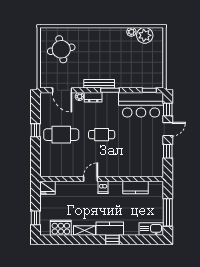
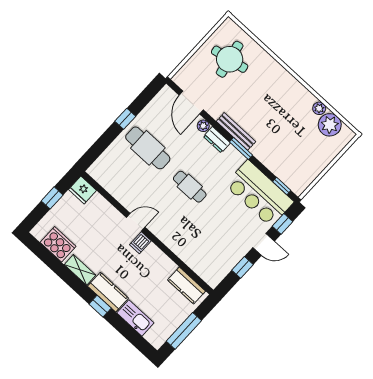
kitchen counter: (135, 188) -> (187, 286), moved
window: (36, 218) -> (52, 198), moved
kitchen sink: (151, 229) -> (135, 318), moved

